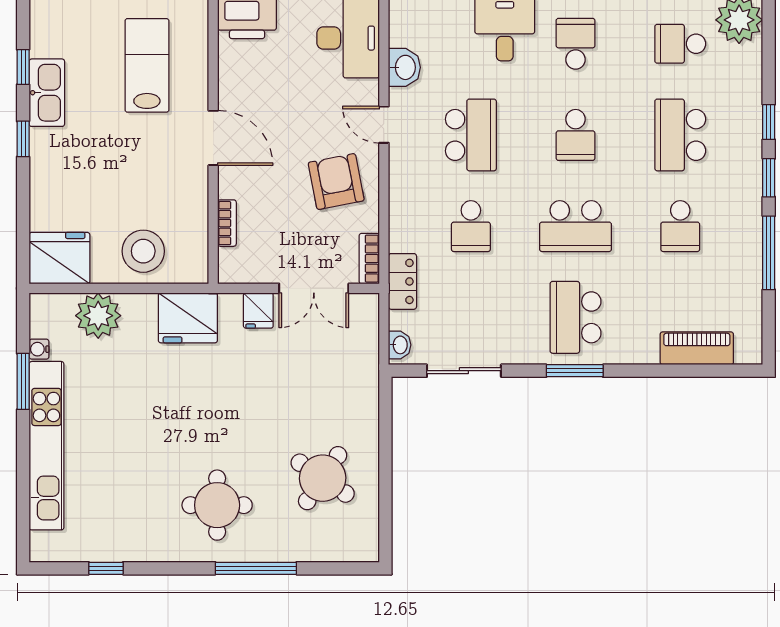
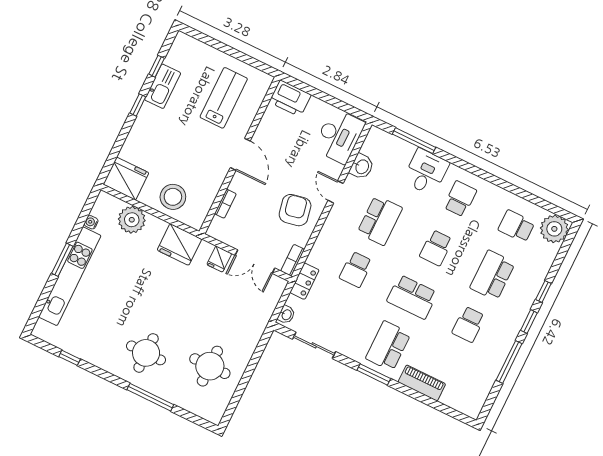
piano: (697, 348) -> (422, 383), moved
window: (23, 381) -> (62, 260), moved
round table: (323, 478) -> (210, 366), turned -34

